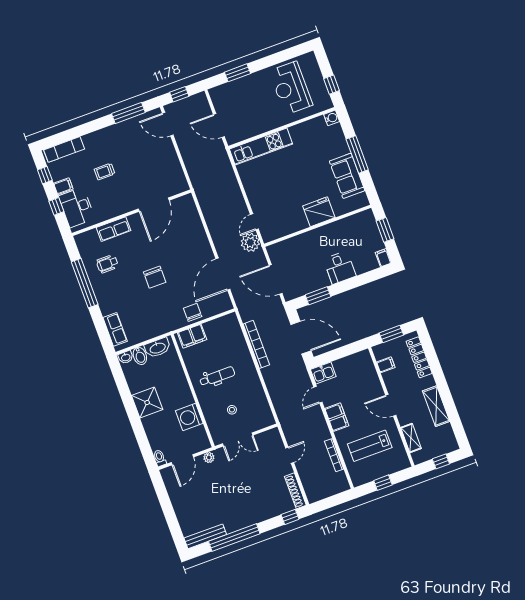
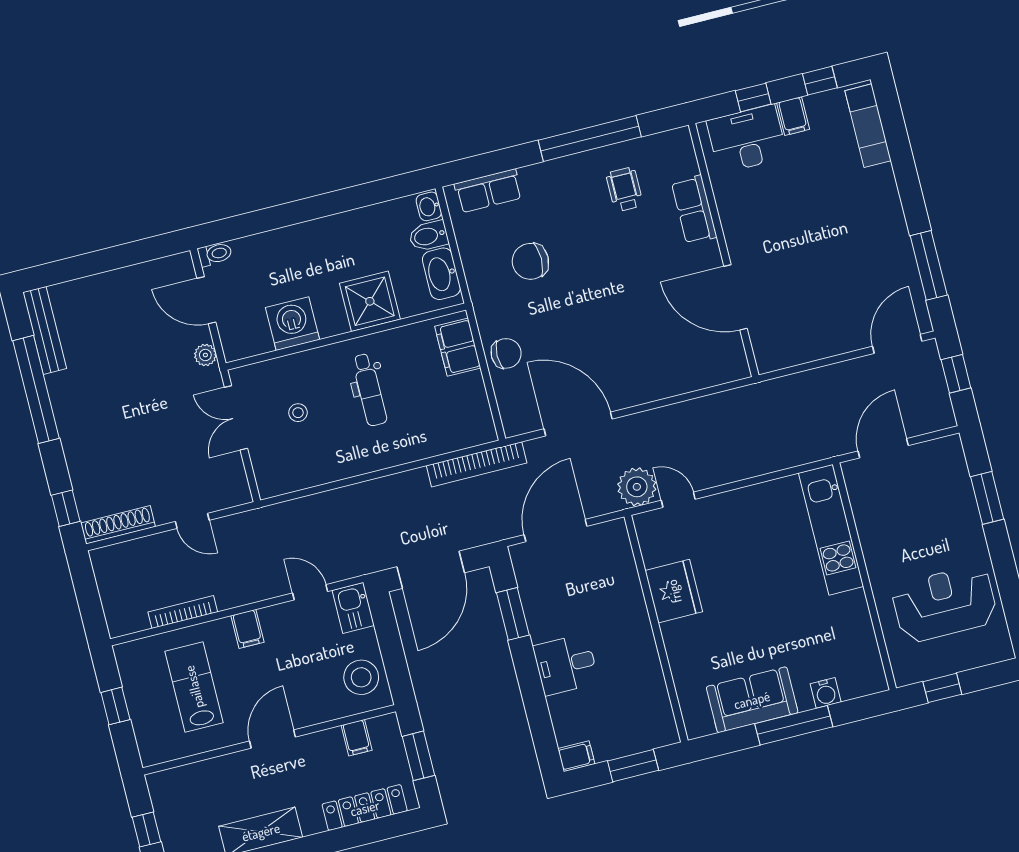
water cooler: (332, 118) -> (826, 693), moved
trolley: (105, 171) -> (814, 204), removed
fridge: (319, 212) -> (674, 591), moved
chair: (155, 277) -> (530, 261), moved
bookcase: (256, 344) -> (477, 464), moved
stool: (356, 366) -> (361, 677), added
shower: (147, 403) -> (370, 301), moved
filing cabinet: (337, 417) -> (247, 629), width x0.50
shelving: (411, 438) -> (201, 773), removed

